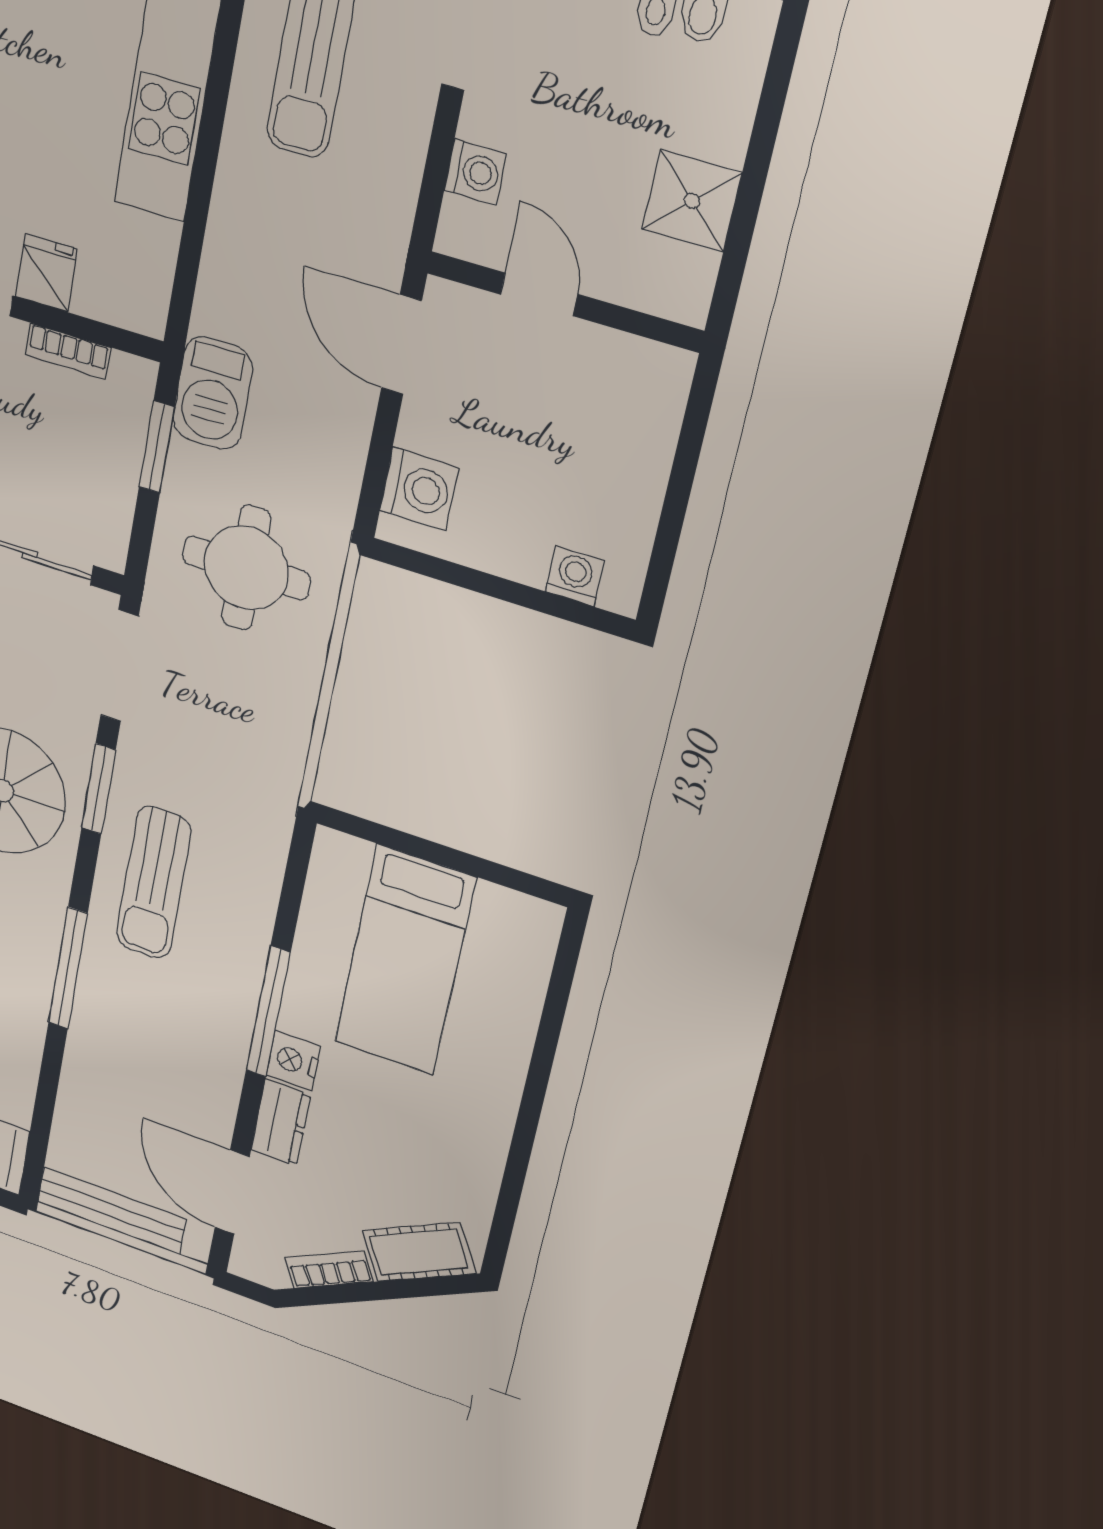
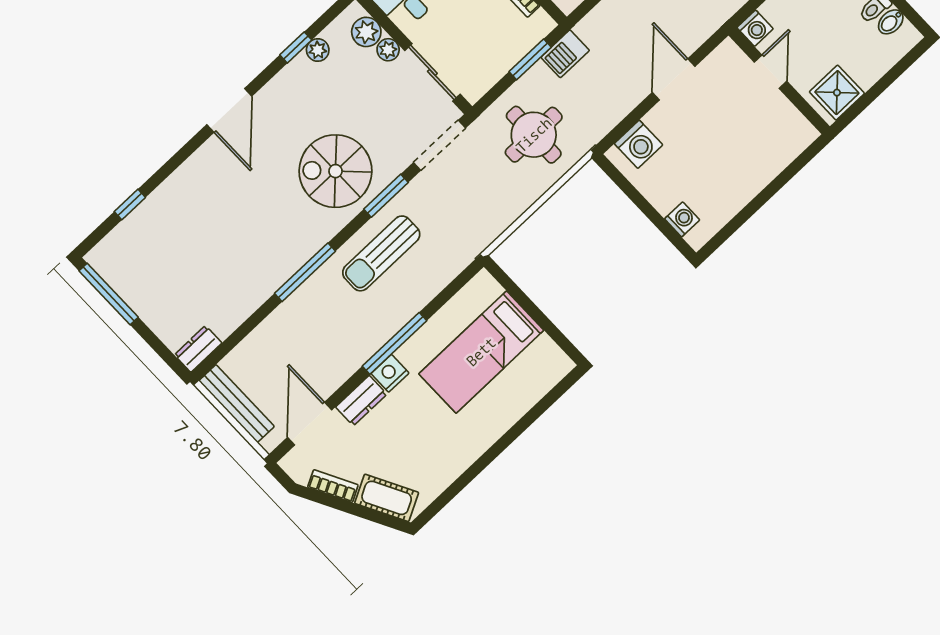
door: (539, 294) -> (770, 72), moved
wall: (564, 302) -> (779, 81), moved
barbecue: (213, 393) -> (565, 54), width x0.73, depth x0.79

